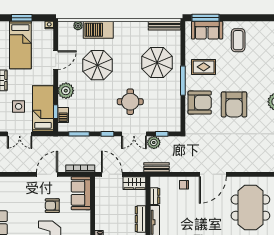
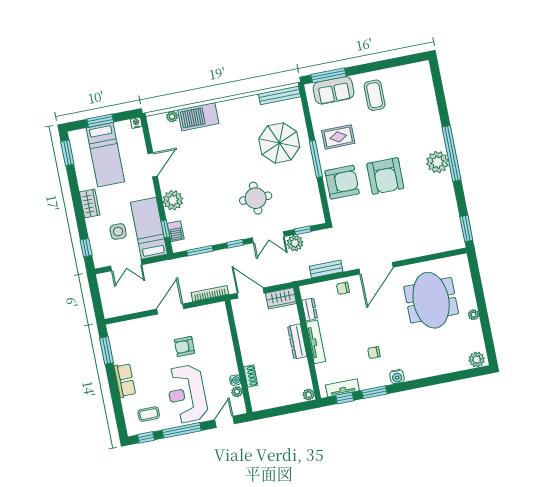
parasol: (97, 65) -> (206, 161), removed
bench: (156, 167) -> (326, 269), moved
sofa: (81, 193) -> (217, 324), removed

